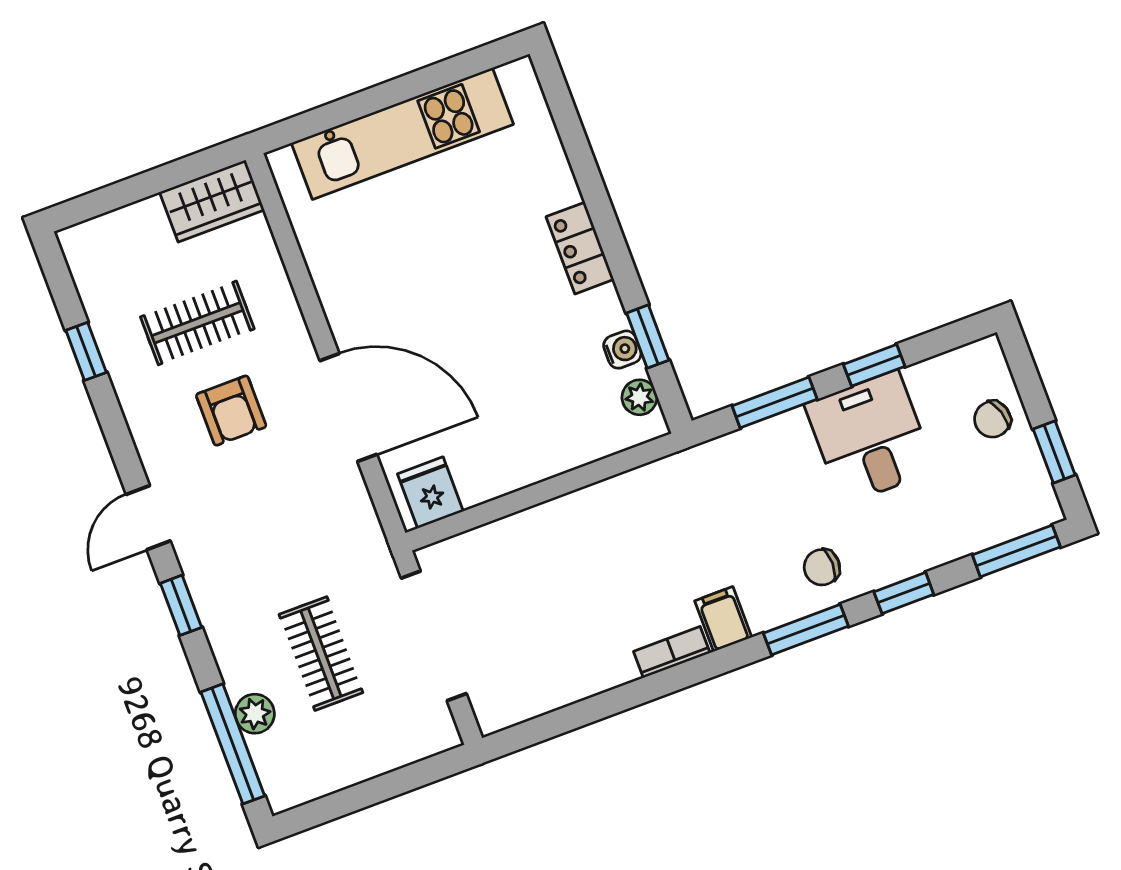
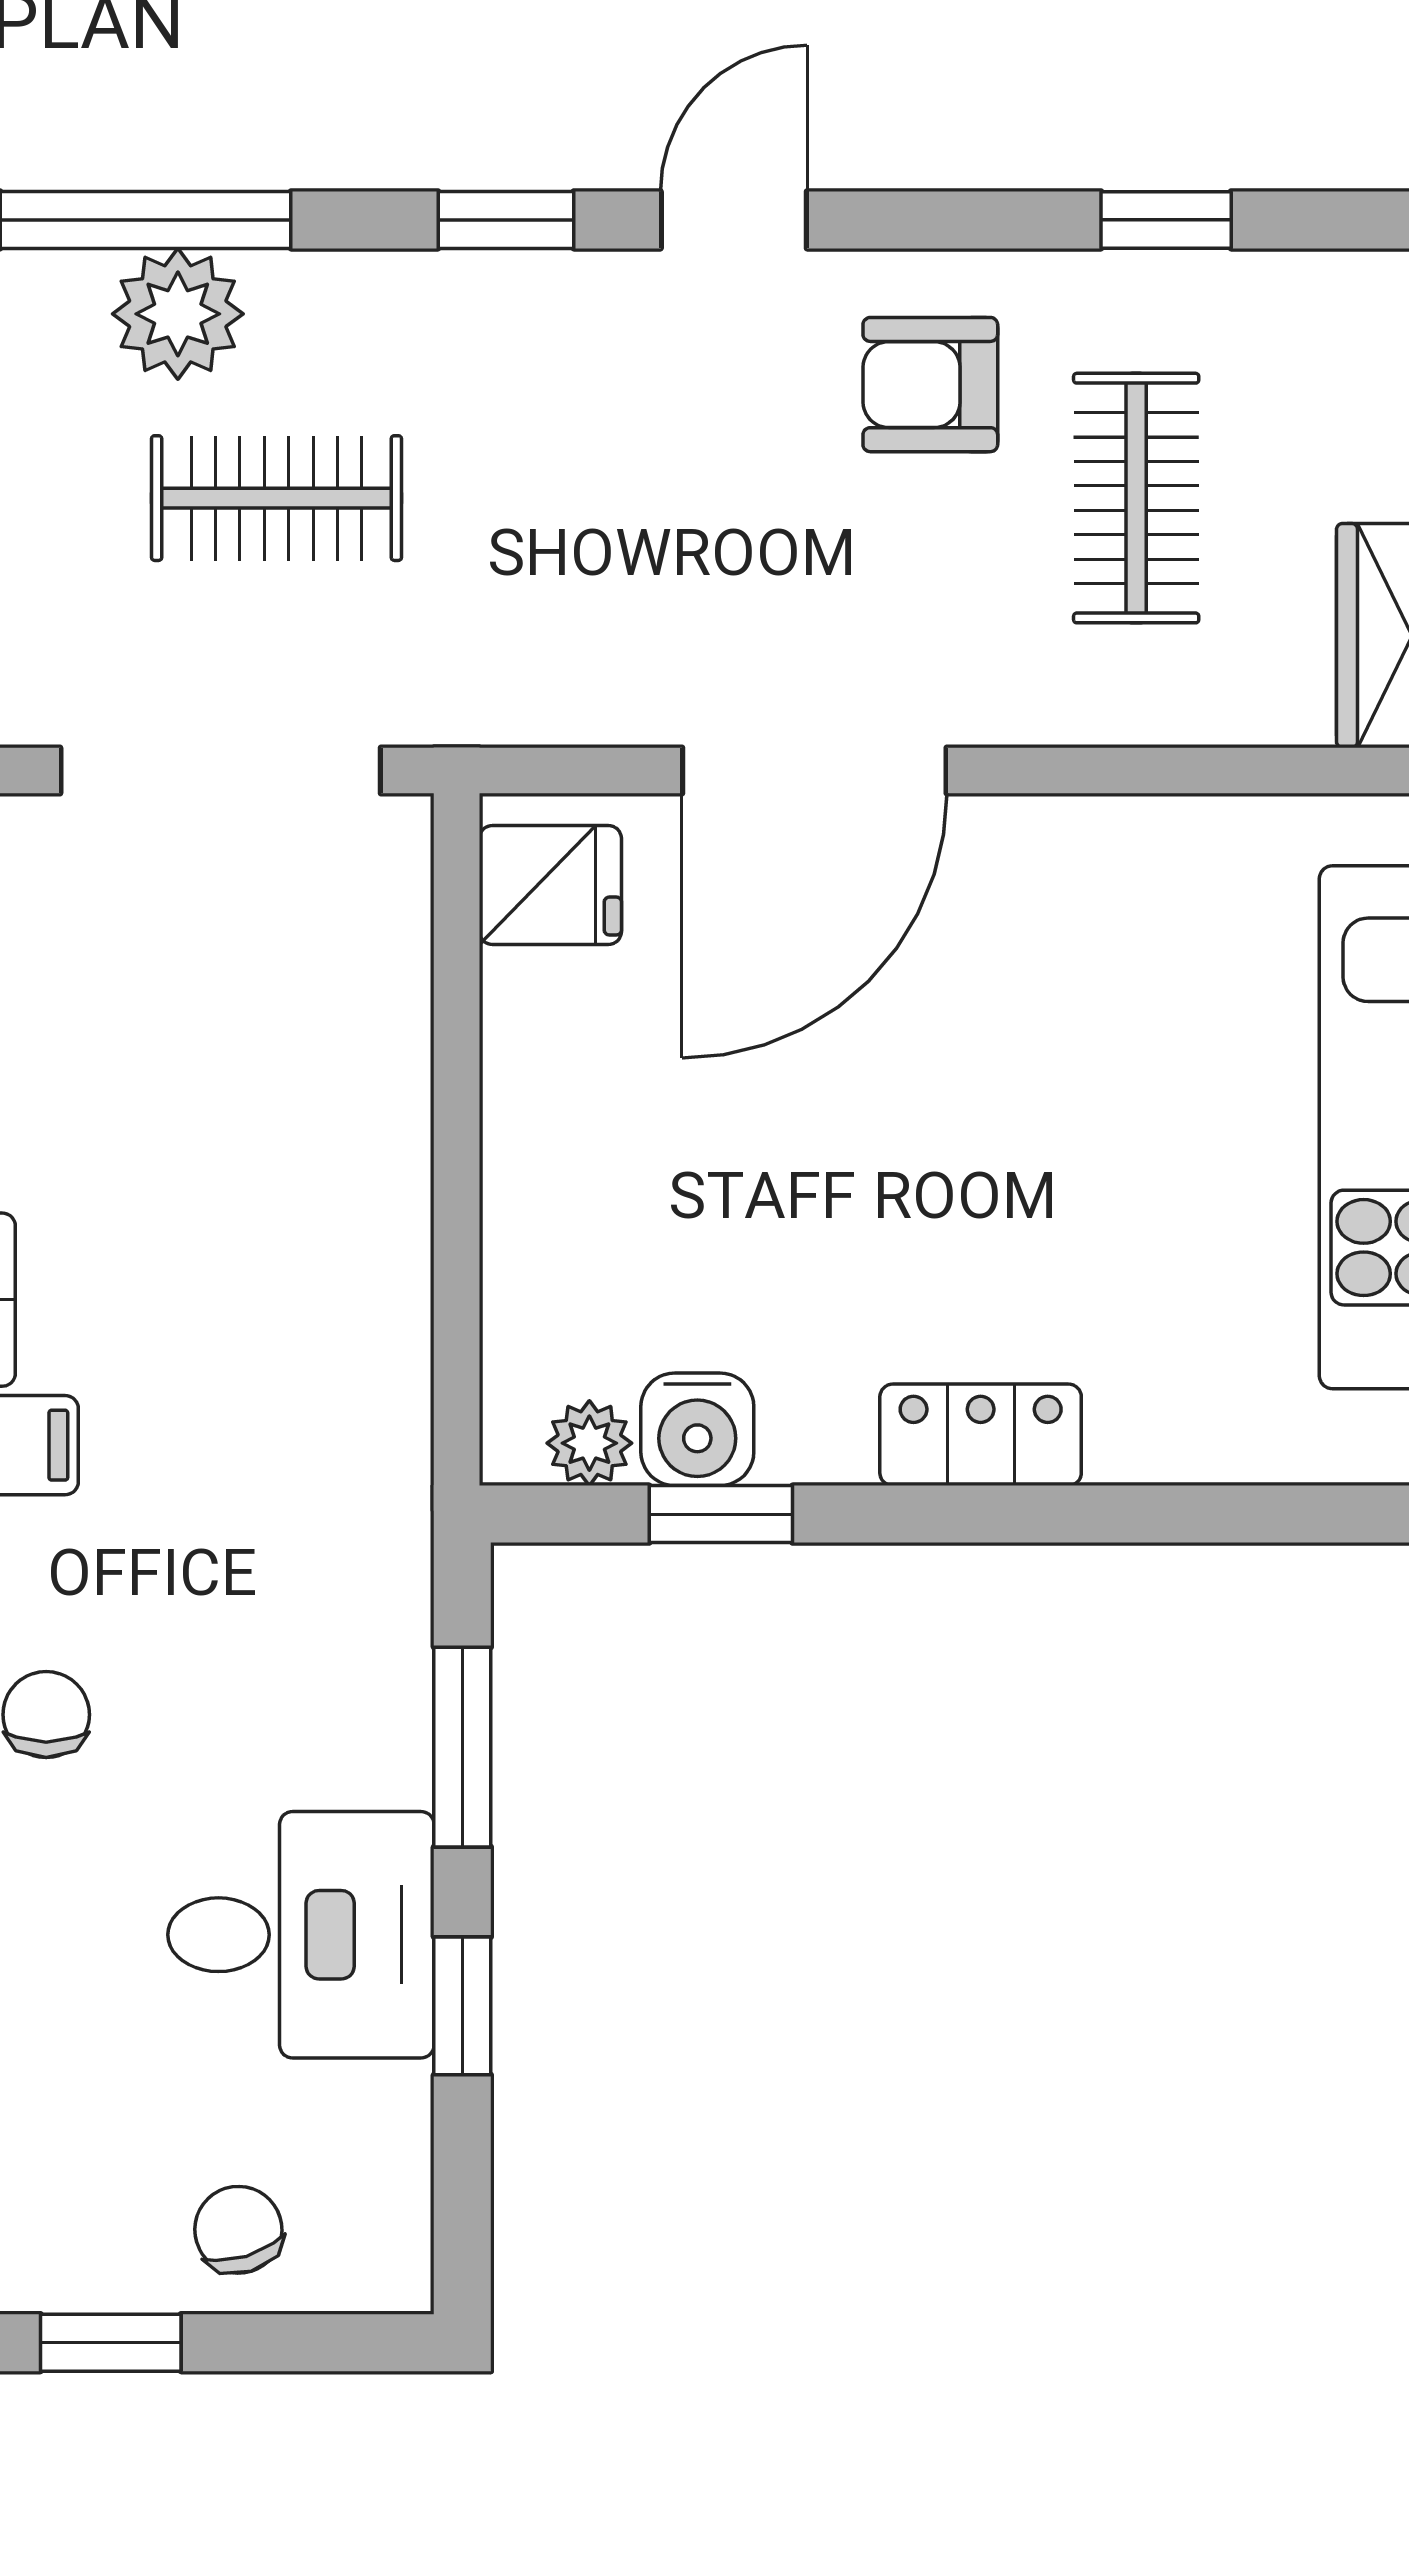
water cooler: (622, 350) -> (697, 1429), width x1.38, depth x1.38
armchair: (231, 411) -> (930, 385), moved
door: (148, 518) -> (734, 220), hinge flipped
plant: (255, 714) -> (178, 314), width x1.38, depth x1.38

